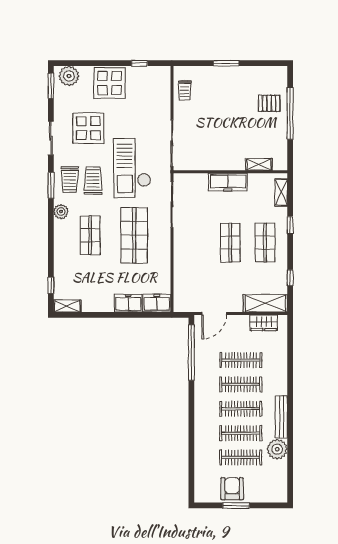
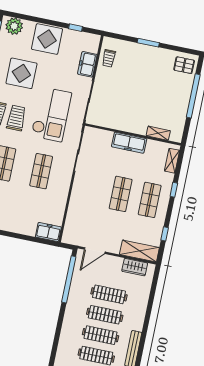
pallet: (269, 103) -> (184, 65), moved
checkout: (132, 168) -> (51, 114), turned 180
shop shelf: (134, 235) -> (41, 171), width x0.70, depth x0.74
freezer: (128, 303) -> (87, 64), moved, turned -90

